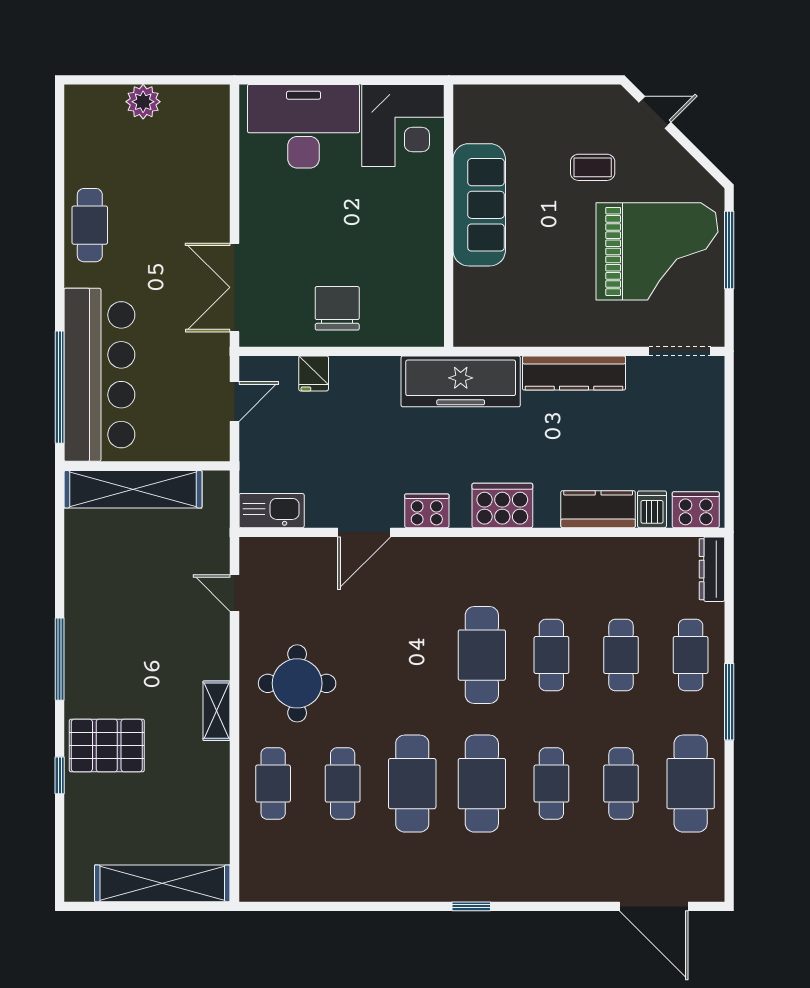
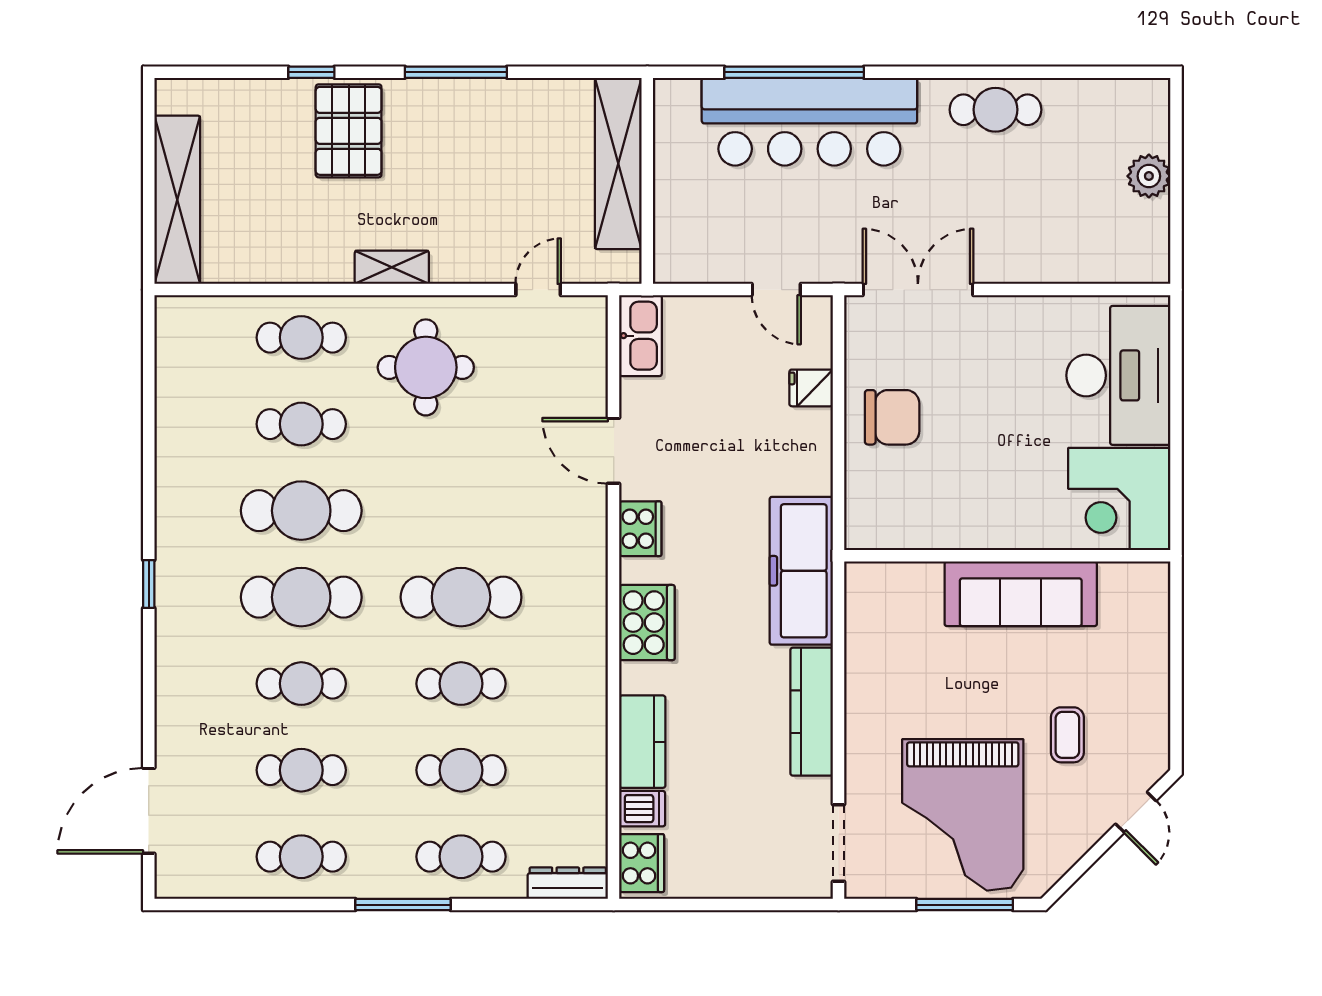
wall: (147, 466) -> (647, 181), moved
shelving: (133, 489) -> (618, 163), moved
cafe table: (691, 784) -> (301, 857), width x0.73, depth x0.74

